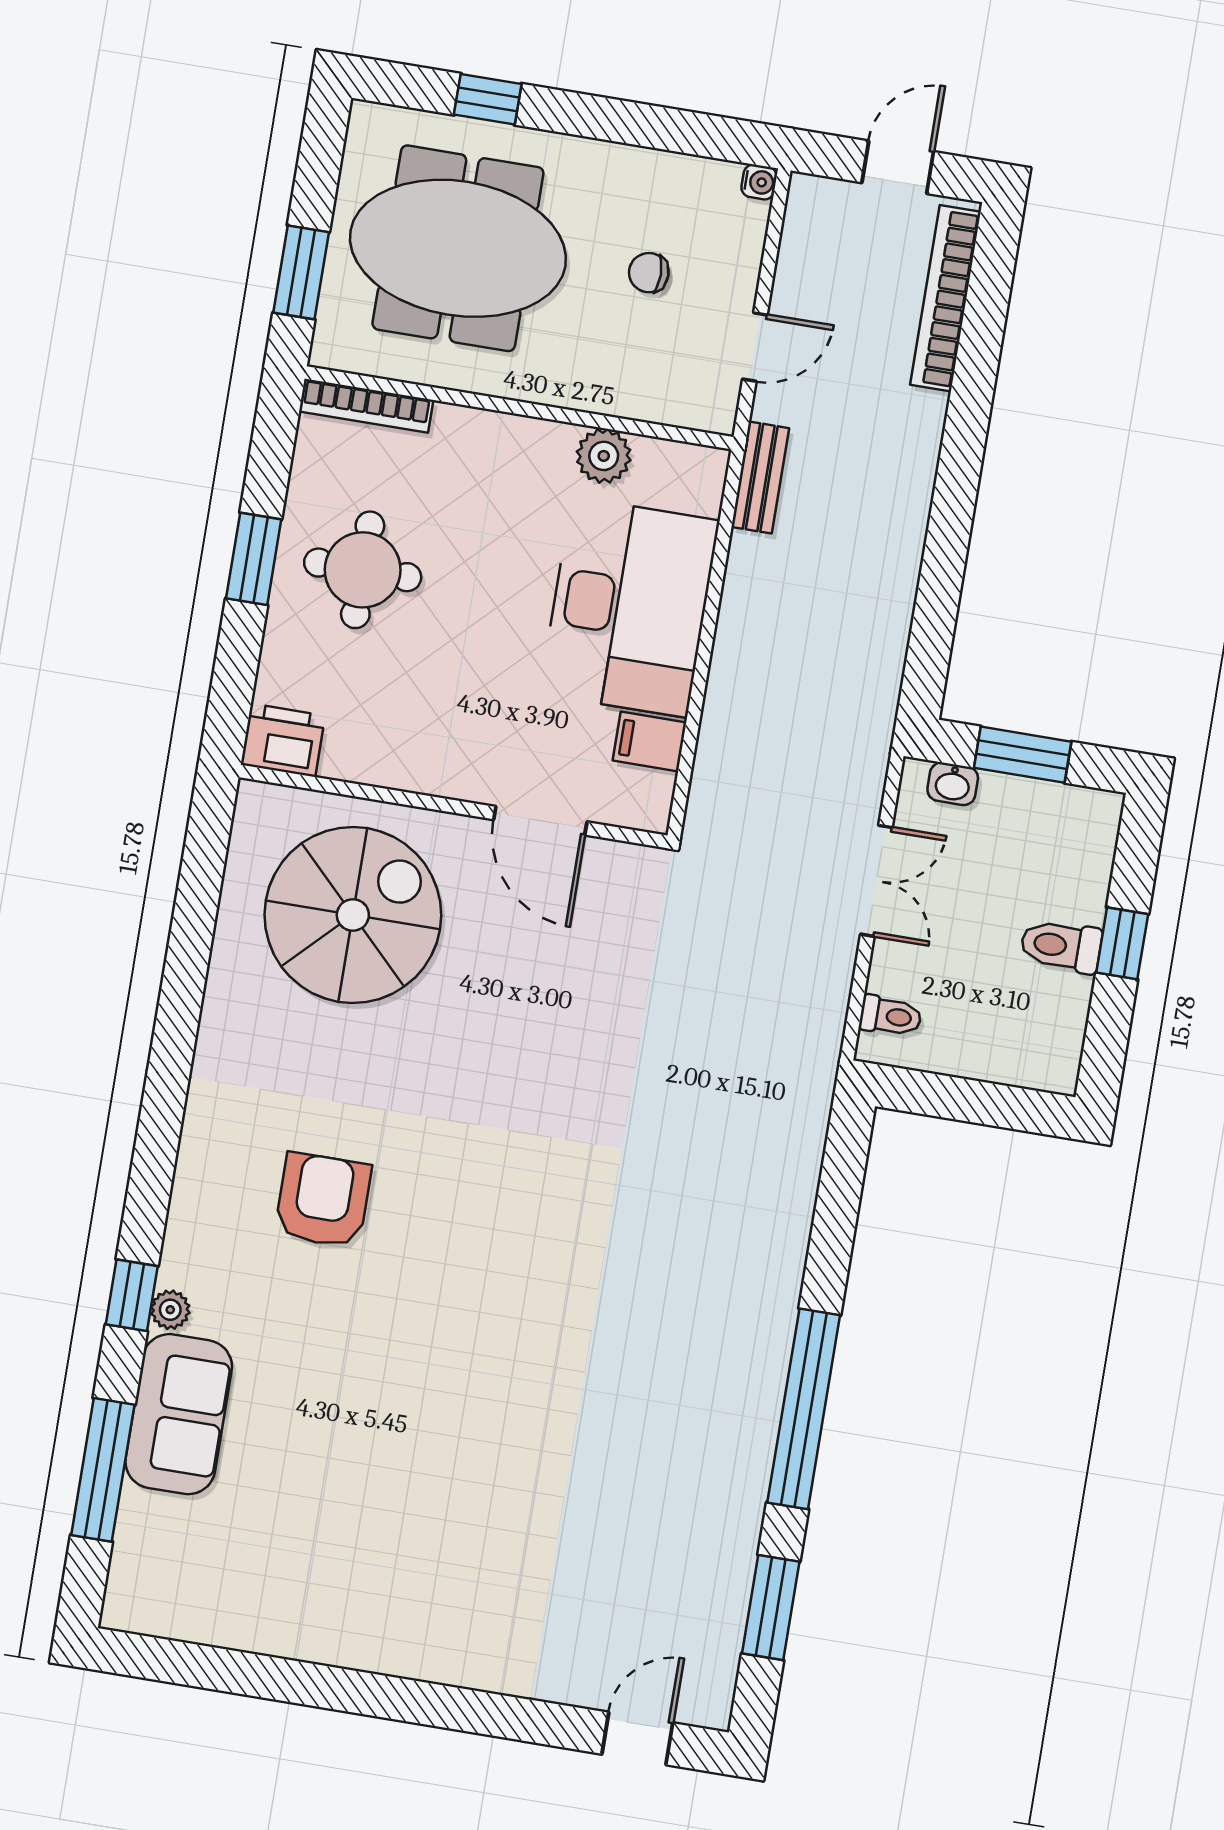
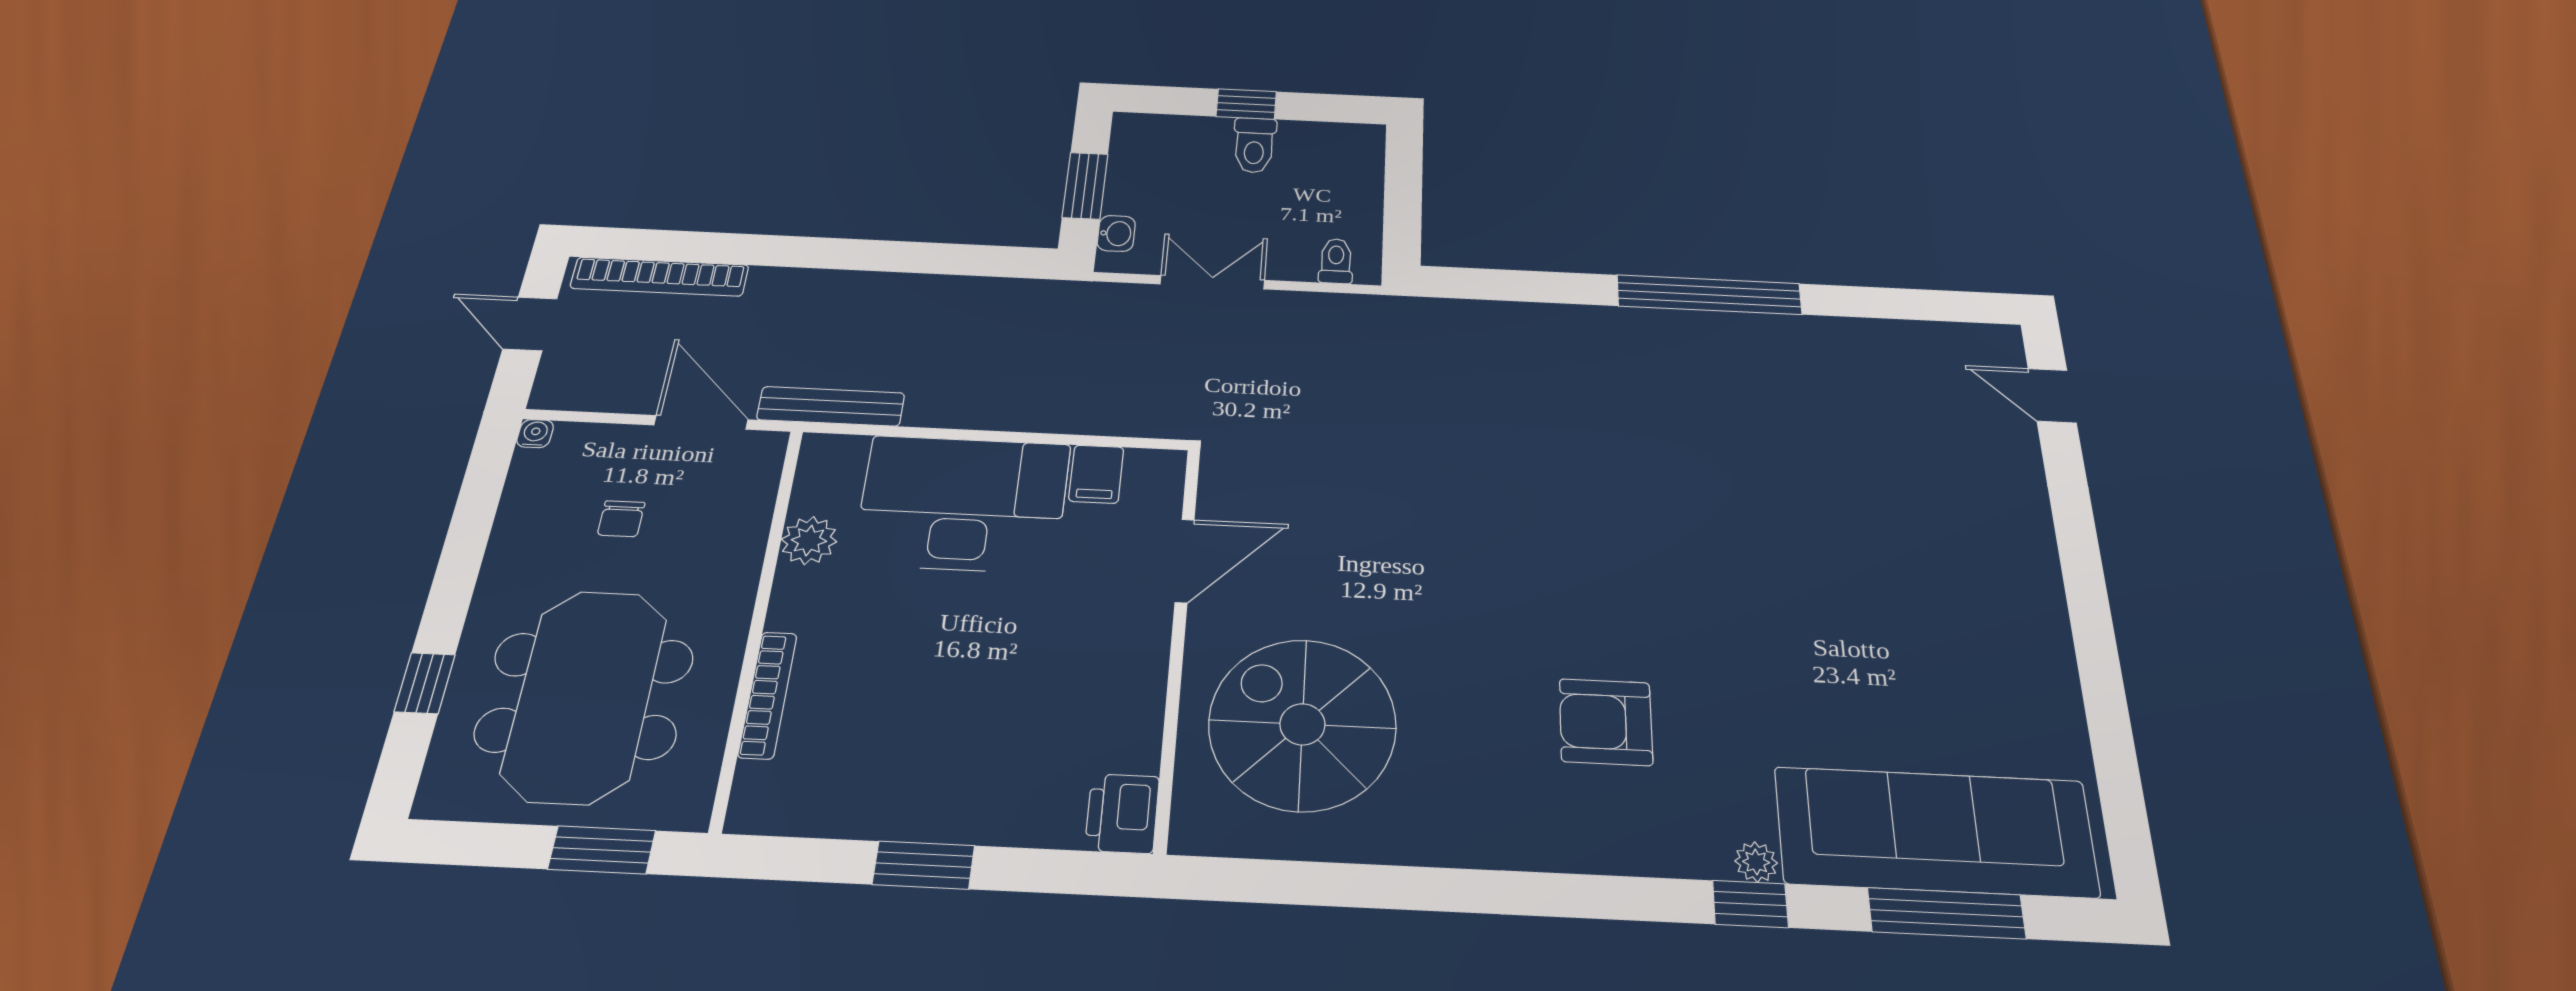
door: (755, 347) -> (701, 422), width x1.38
bookcase: (366, 406) -> (768, 695), moved
bench: (760, 478) -> (831, 406), width x1.36
round table: (363, 570) -> (932, 753), removed
sofa: (179, 1414) -> (1935, 832), width x1.85, depth x1.27
window: (771, 1608) -> (1897, 304), removed

